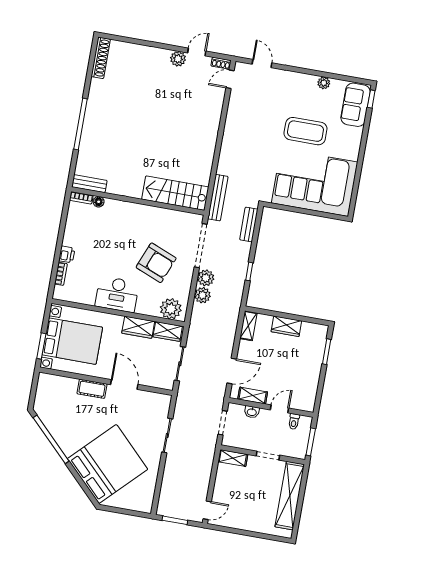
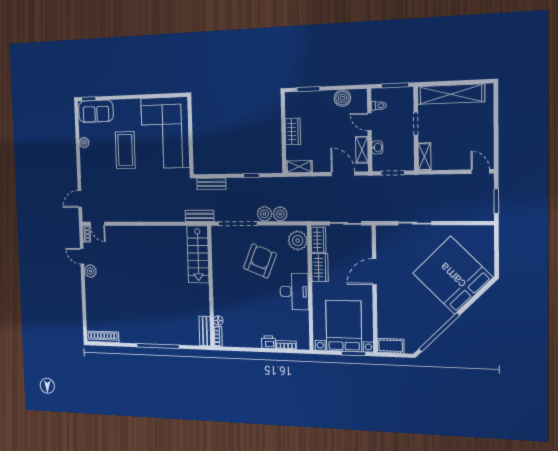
bench: (218, 198) -> (199, 216), width x0.73
boiler: (310, 386) -> (342, 98), added
cot: (92, 389) -> (391, 346), moved, turned 90

